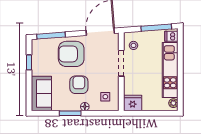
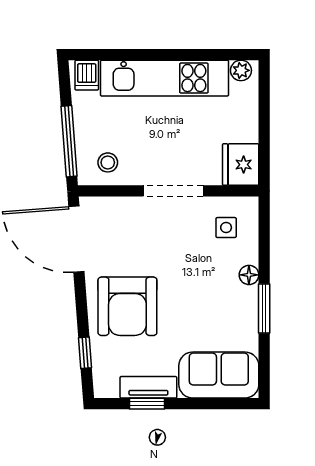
window: (156, 28) -> (69, 141), moved
window: (51, 36) -> (85, 353), width x0.46
tv unit: (36, 63) -> (148, 387), added
doorway: (121, 63) -> (173, 191), moved
armchair: (79, 85) -> (198, 289), removed

